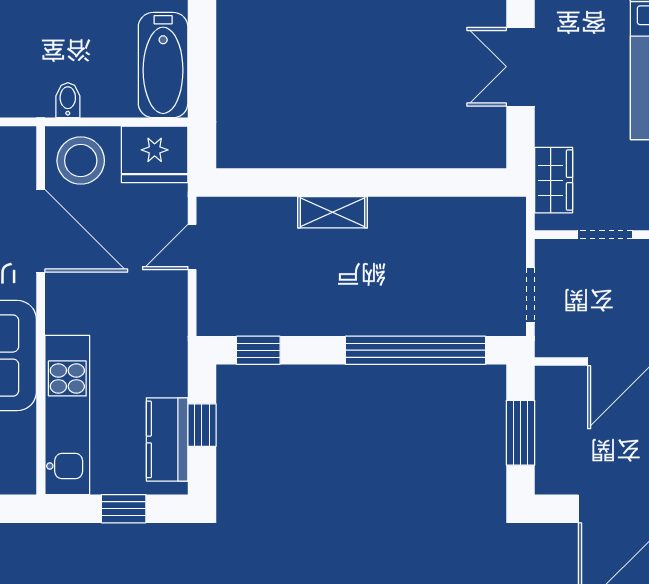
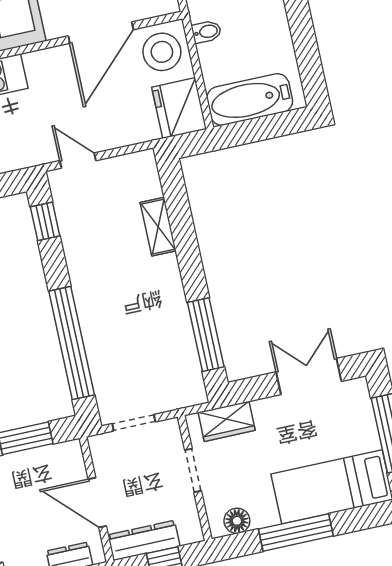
window: (441, 183) -> (206, 335), added
shelving: (333, 212) -> (158, 227), moved
door: (192, 247) -> (78, 161), moved

